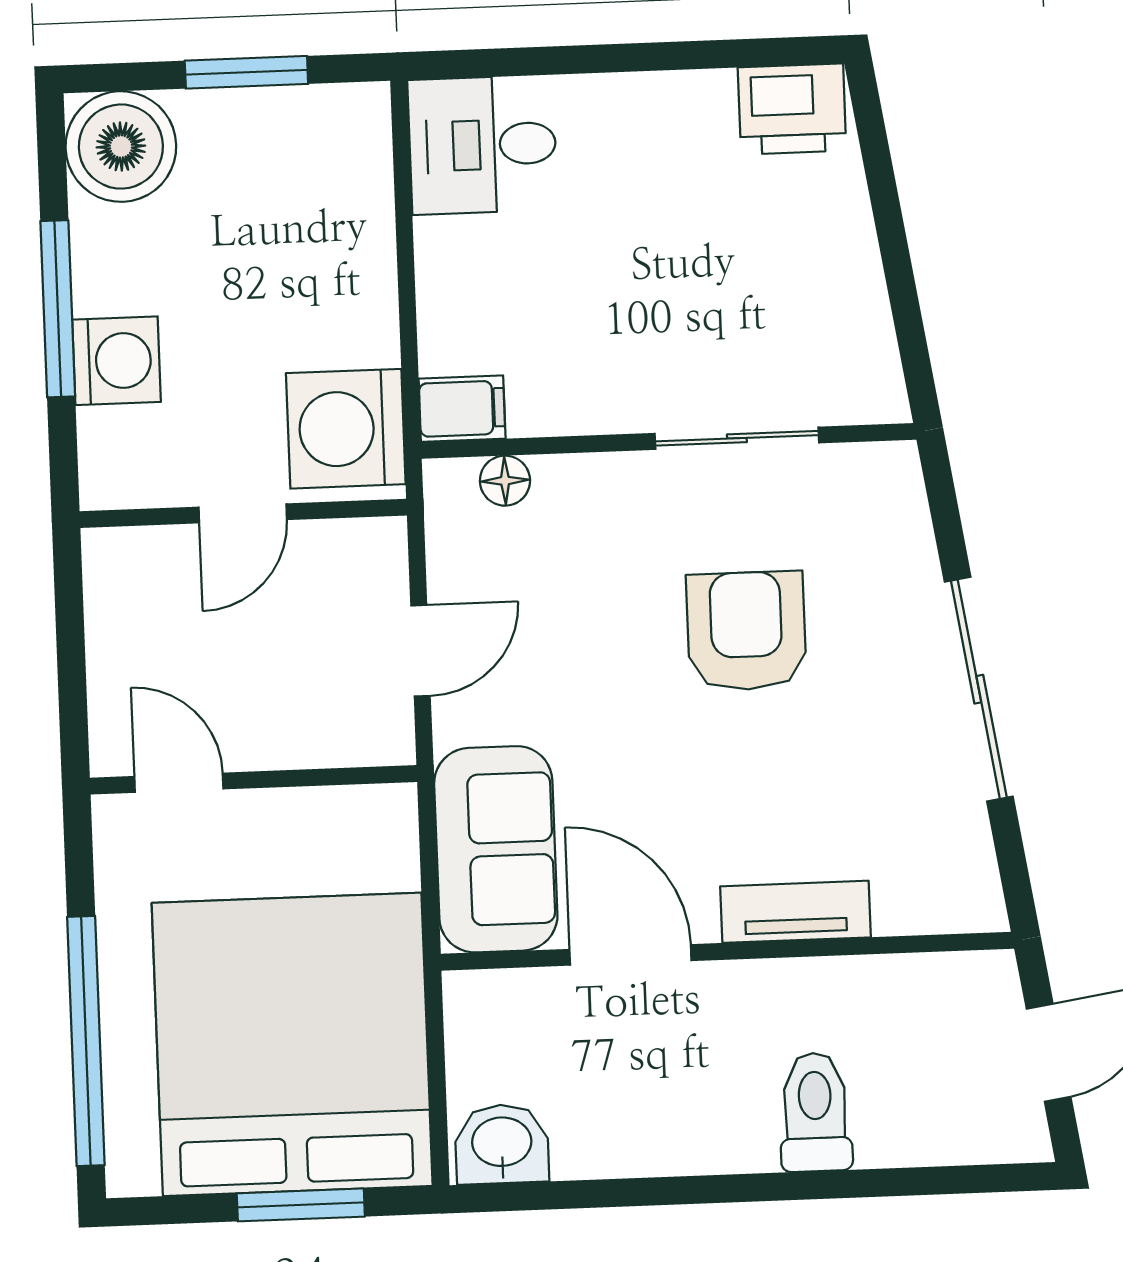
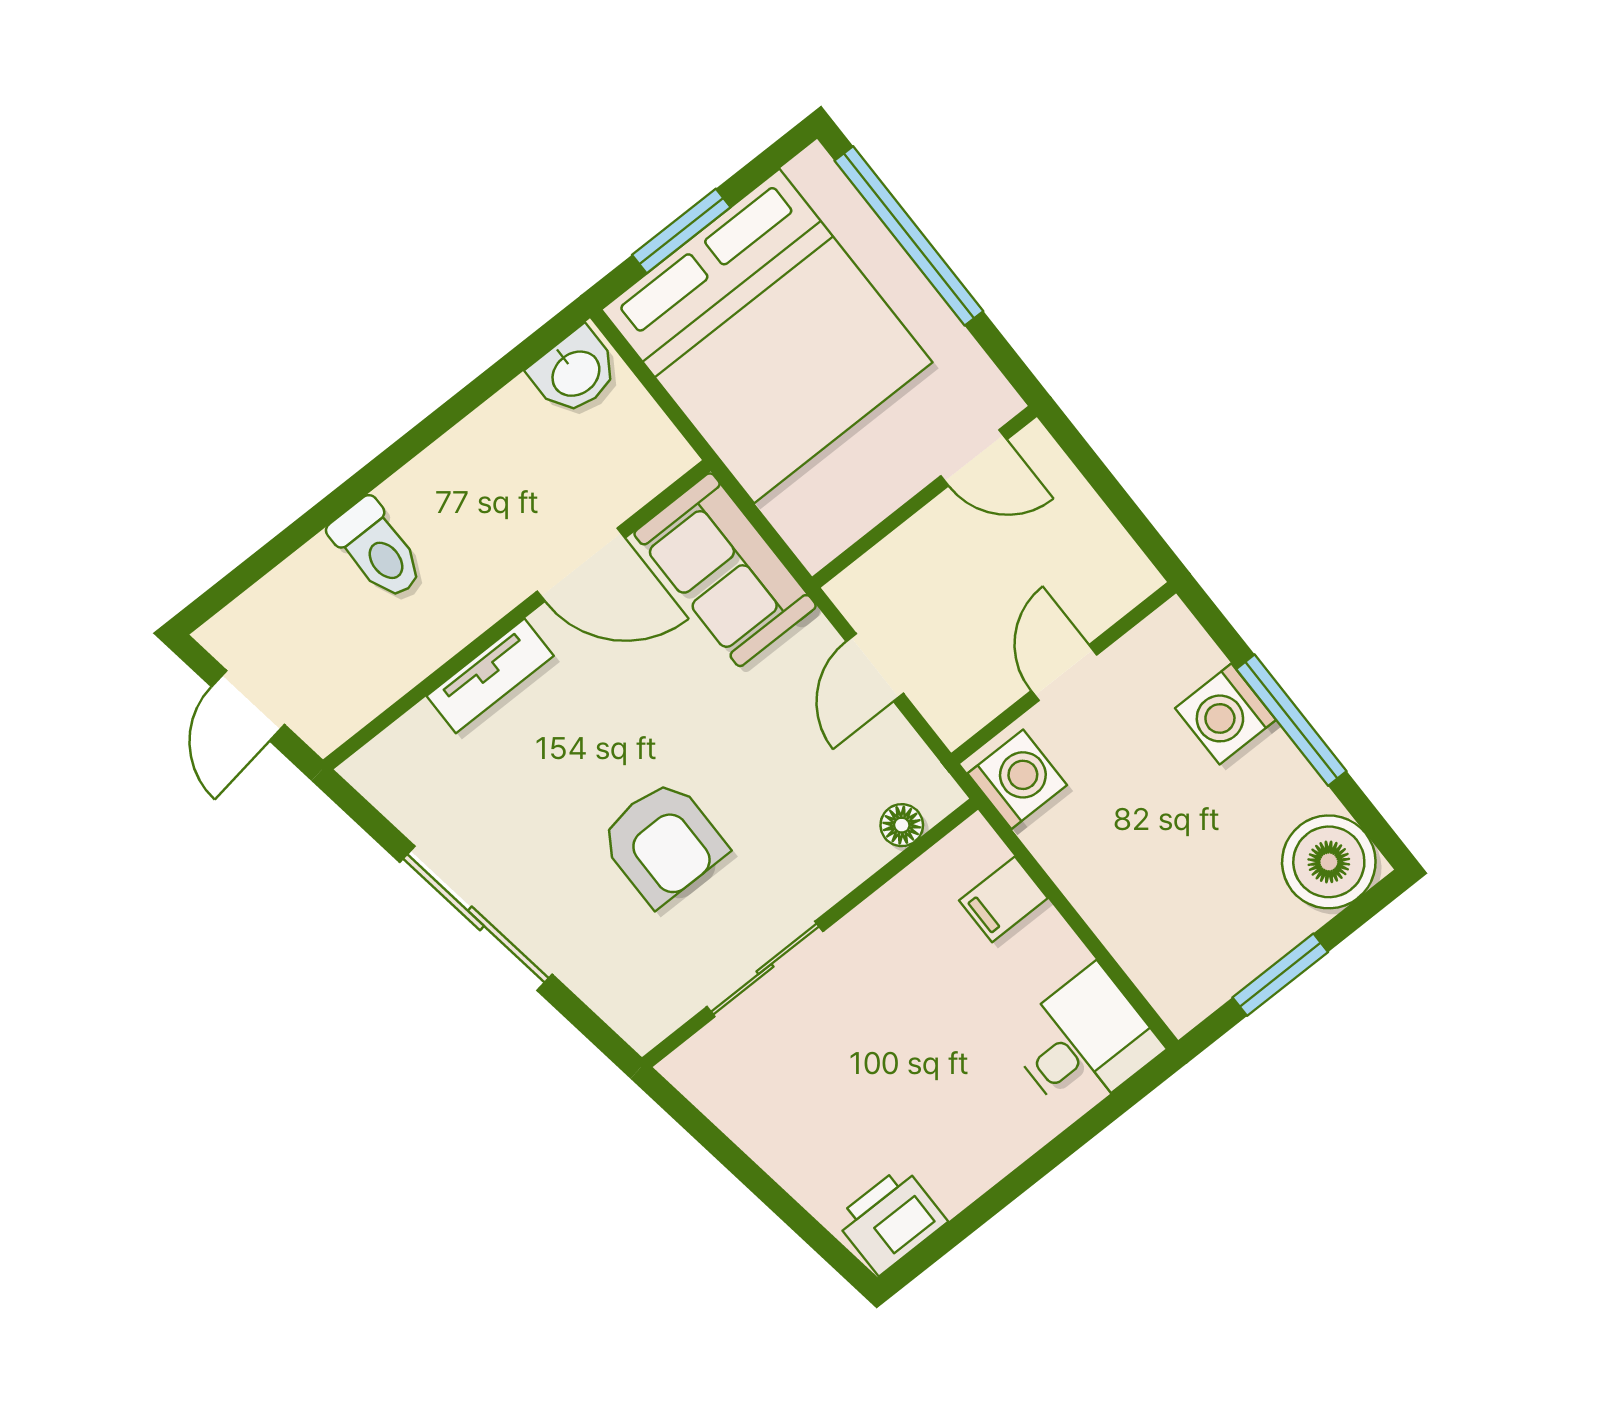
filing cabinet: (462, 409) -> (1003, 899), moved
washing machine: (346, 429) -> (1017, 779), width x0.73, depth x0.73

